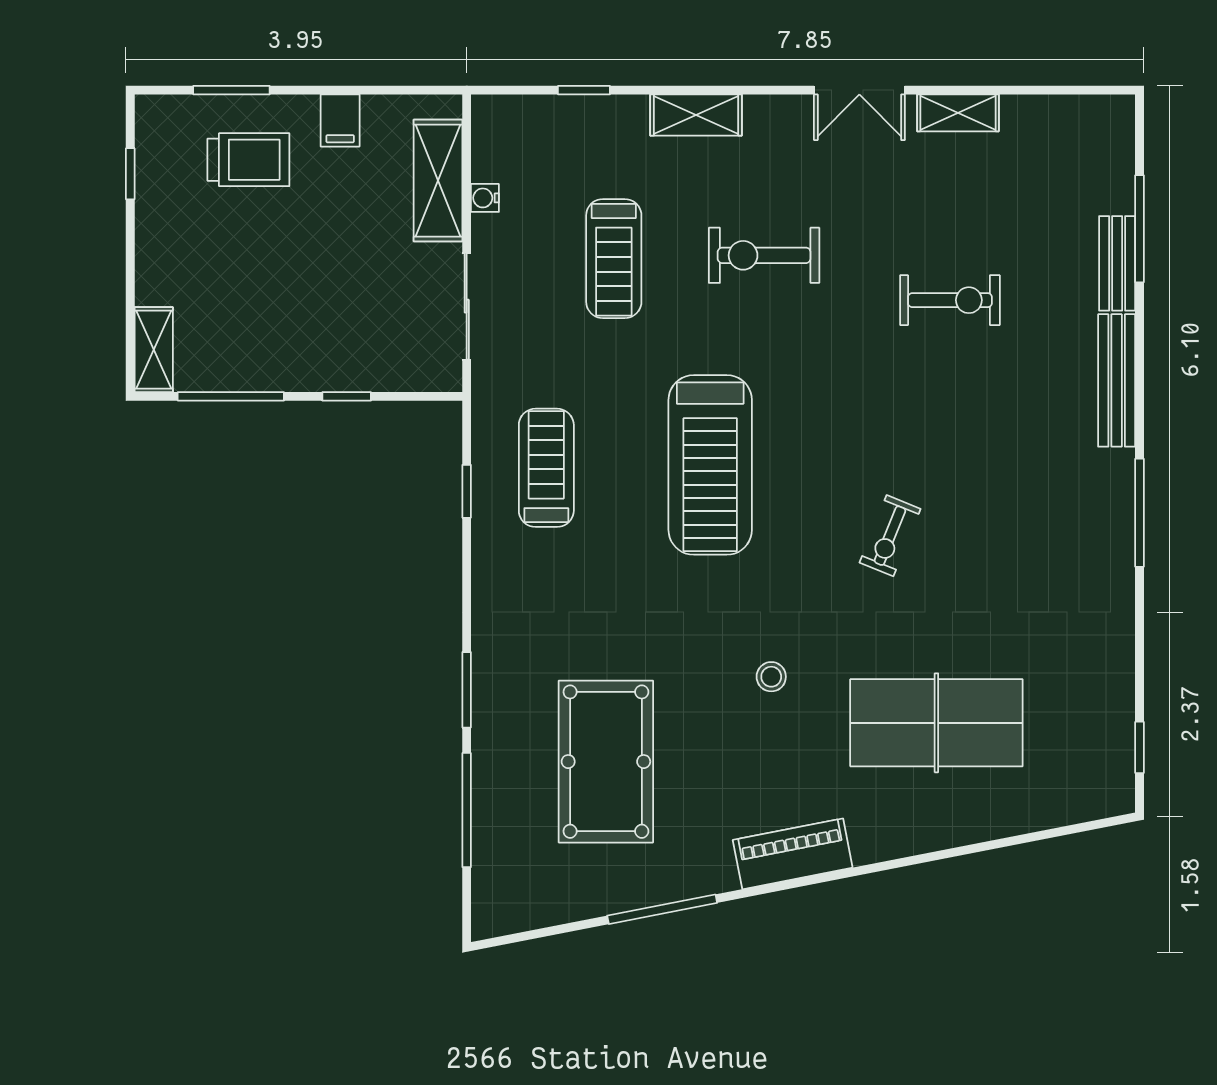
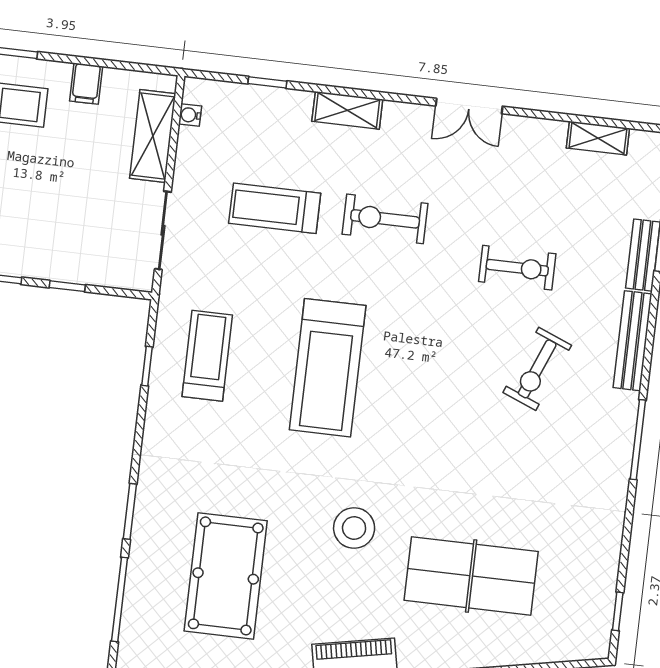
shelving: (958, 113) -> (598, 138), moved
water cooler: (485, 198) -> (190, 115), moved
treadmill: (614, 259) -> (275, 208), turned 90
exercise bike: (890, 536) -> (537, 369), moved, width x1.38, depth x1.39
stool: (771, 677) -> (354, 528), width x1.89, depth x1.89

